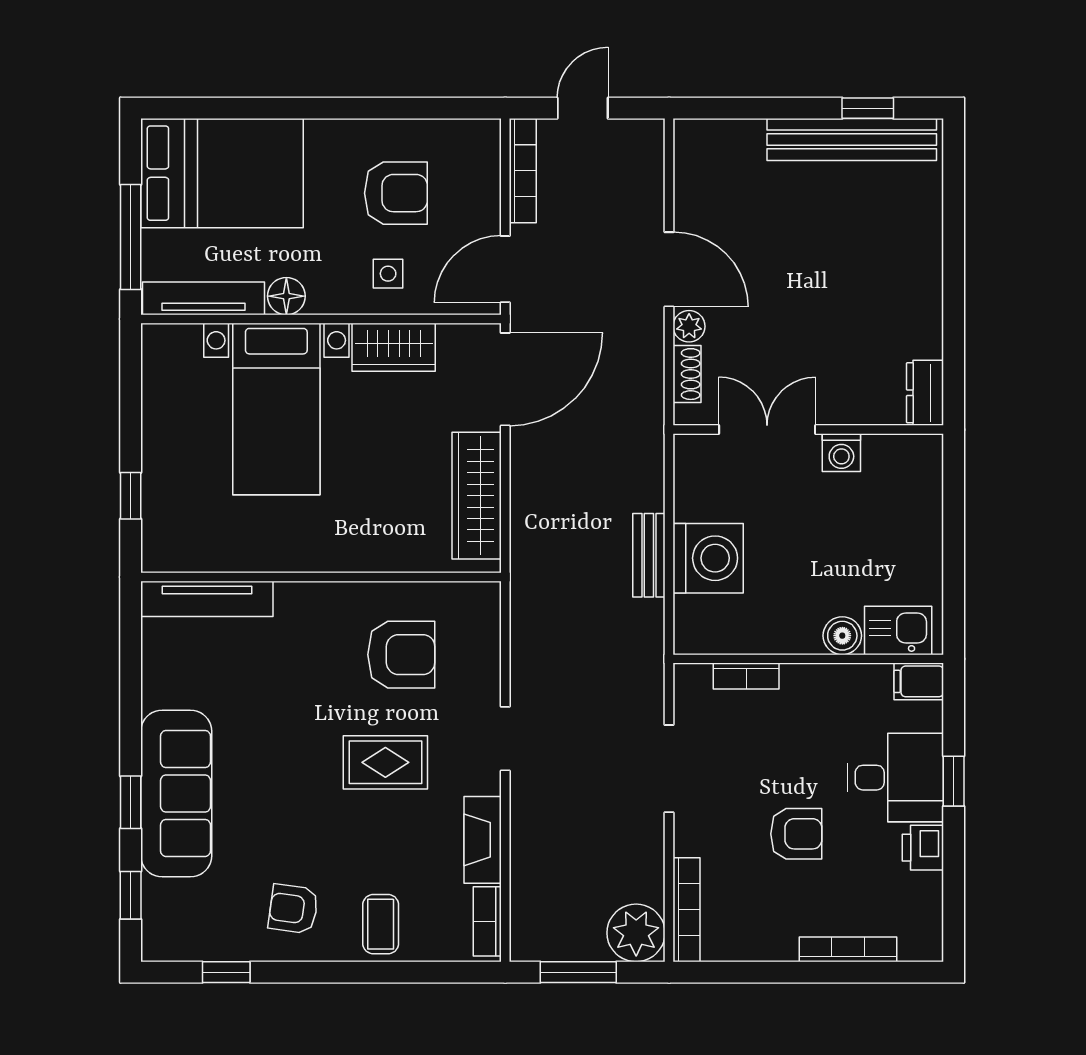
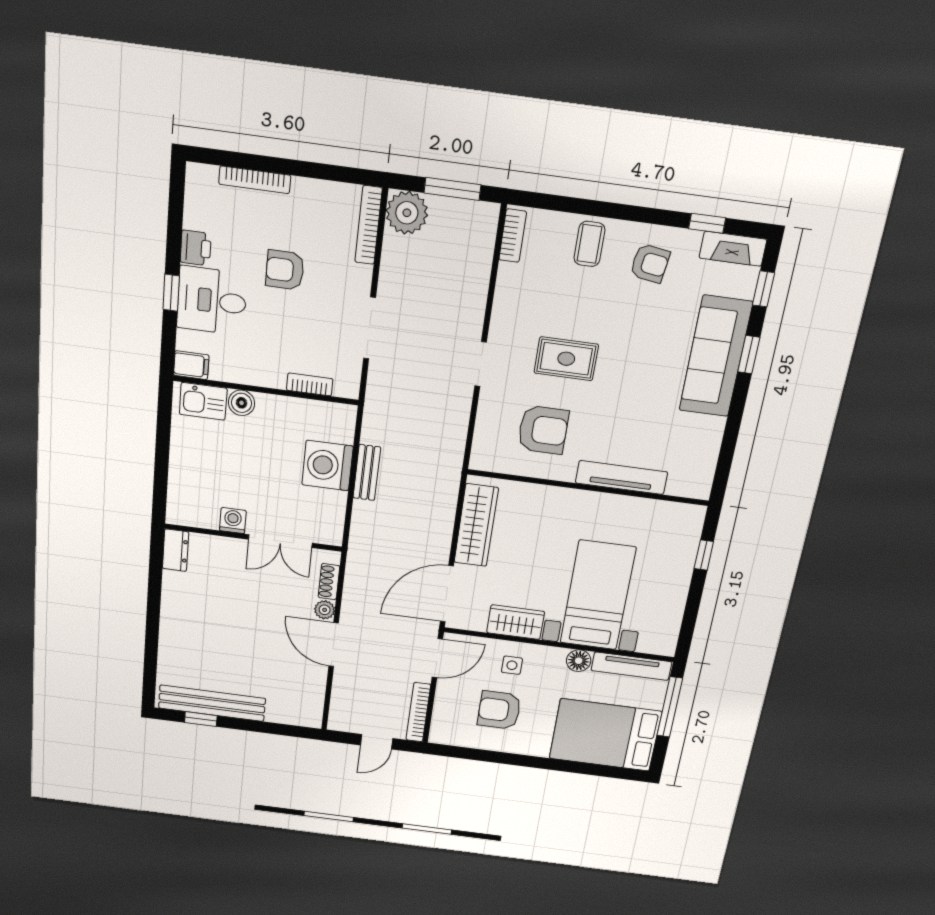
tv unit: (207, 599) -> (621, 477), moved
armchair: (401, 655) -> (543, 430), turned 180
fireplace: (483, 840) -> (733, 249), moved, turned 90

